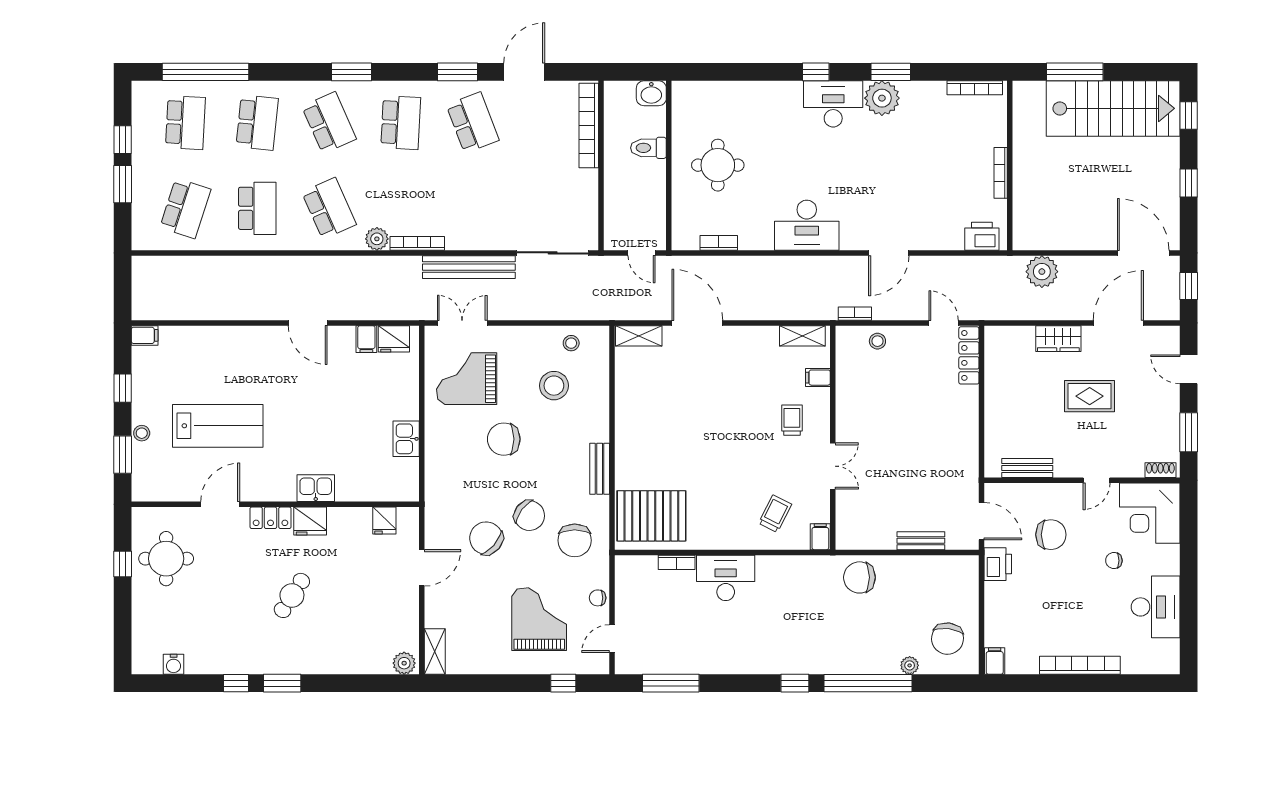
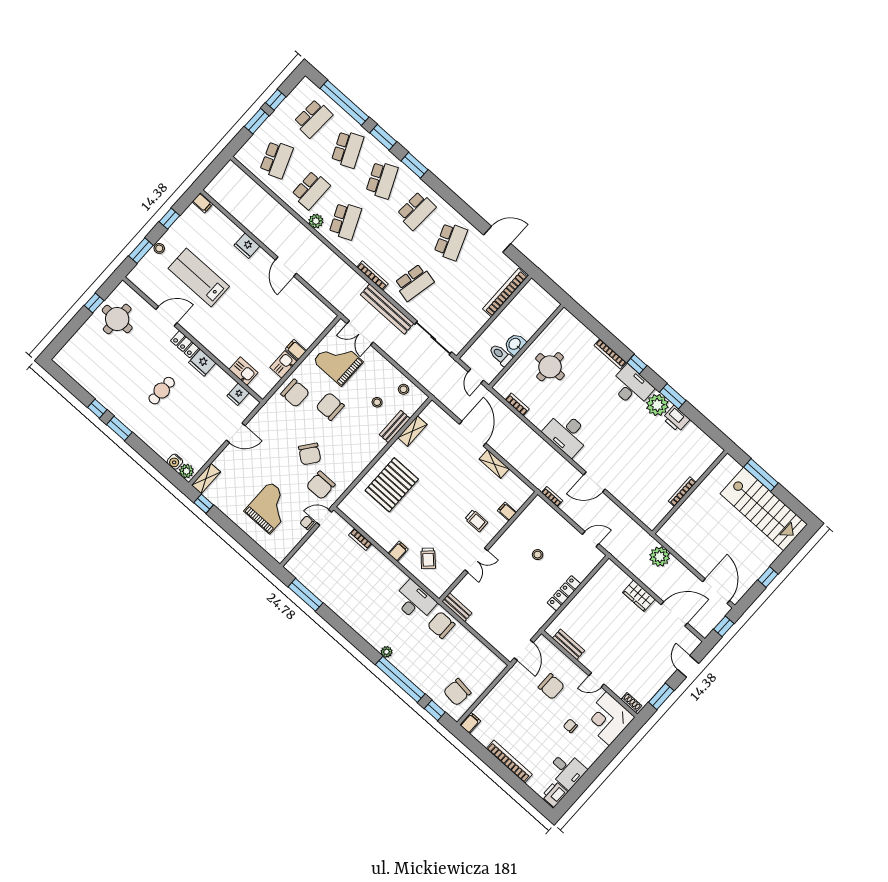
window: (458, 72) -> (383, 137), moved
bookcase: (975, 88) -> (610, 354), moved
washbasin: (651, 93) -> (515, 344), moved, turned 90
window: (1189, 115) -> (797, 545), removed
school desk: (257, 123) -> (348, 149), turned -30
toilet: (648, 148) -> (501, 355), moved
school desk: (185, 208) -> (276, 159), turned -39
school desk: (473, 208) -> (414, 282), added
printer: (982, 236) -> (676, 419), moved, turned 180
plant: (377, 239) -> (316, 221), moved
double door: (462, 323) -> (360, 333), swing flipped
door: (944, 323) -> (591, 539), hinge flipped
shelving: (639, 336) -> (412, 431), moved, turned 90
shelving: (802, 336) -> (494, 464), moved
filing cabinet: (366, 339) -> (296, 350), moved, turned 90
fridge: (394, 339) -> (247, 246), moved
stool: (877, 341) -> (538, 555), moved
locker: (969, 355) -> (564, 593), moved
stool: (554, 386) -> (377, 402), width x0.53, depth x0.53
rug: (1090, 396) -> (629, 637), removed
trolley: (792, 420) -> (476, 521), turned 90
lab bench: (218, 426) -> (199, 277), turned 180
bench: (600, 469) -> (395, 426), moved
kitchen sink: (316, 488) -> (243, 371), moved
trolley: (775, 514) -> (428, 558), turned 109
pallet: (651, 516) -> (392, 485), moved, turned 90
filing cabinet: (820, 537) -> (398, 551), moved
chair: (486, 538) -> (295, 393), moved, turned 139
bench: (921, 541) -> (457, 607), moved
printer: (998, 564) -> (555, 794), moved, turned 180
desk: (726, 578) -> (414, 601), moved
cafe table: (292, 595) -> (162, 391), turned -33
desk: (1156, 607) -> (567, 770), width x0.73
door: (612, 639) -> (324, 517), moved
water cooler: (174, 664) -> (175, 462), moved
plant: (910, 665) -> (386, 652), moved
window: (563, 683) -> (204, 504), moved
window: (795, 683) -> (435, 710), moved

